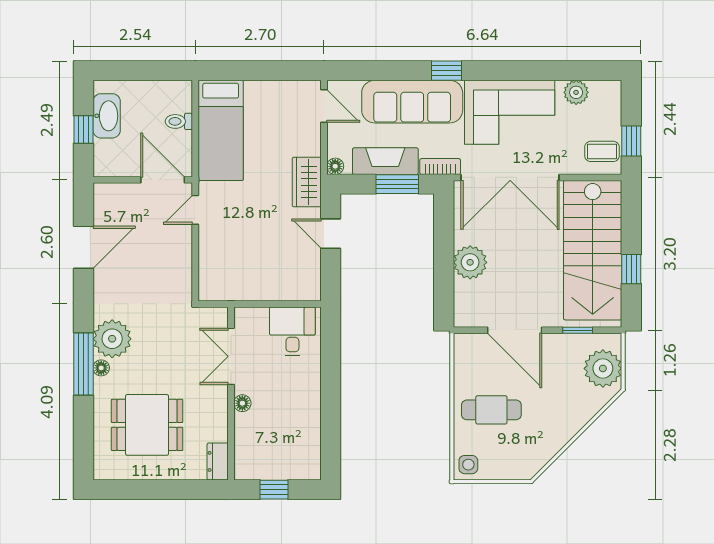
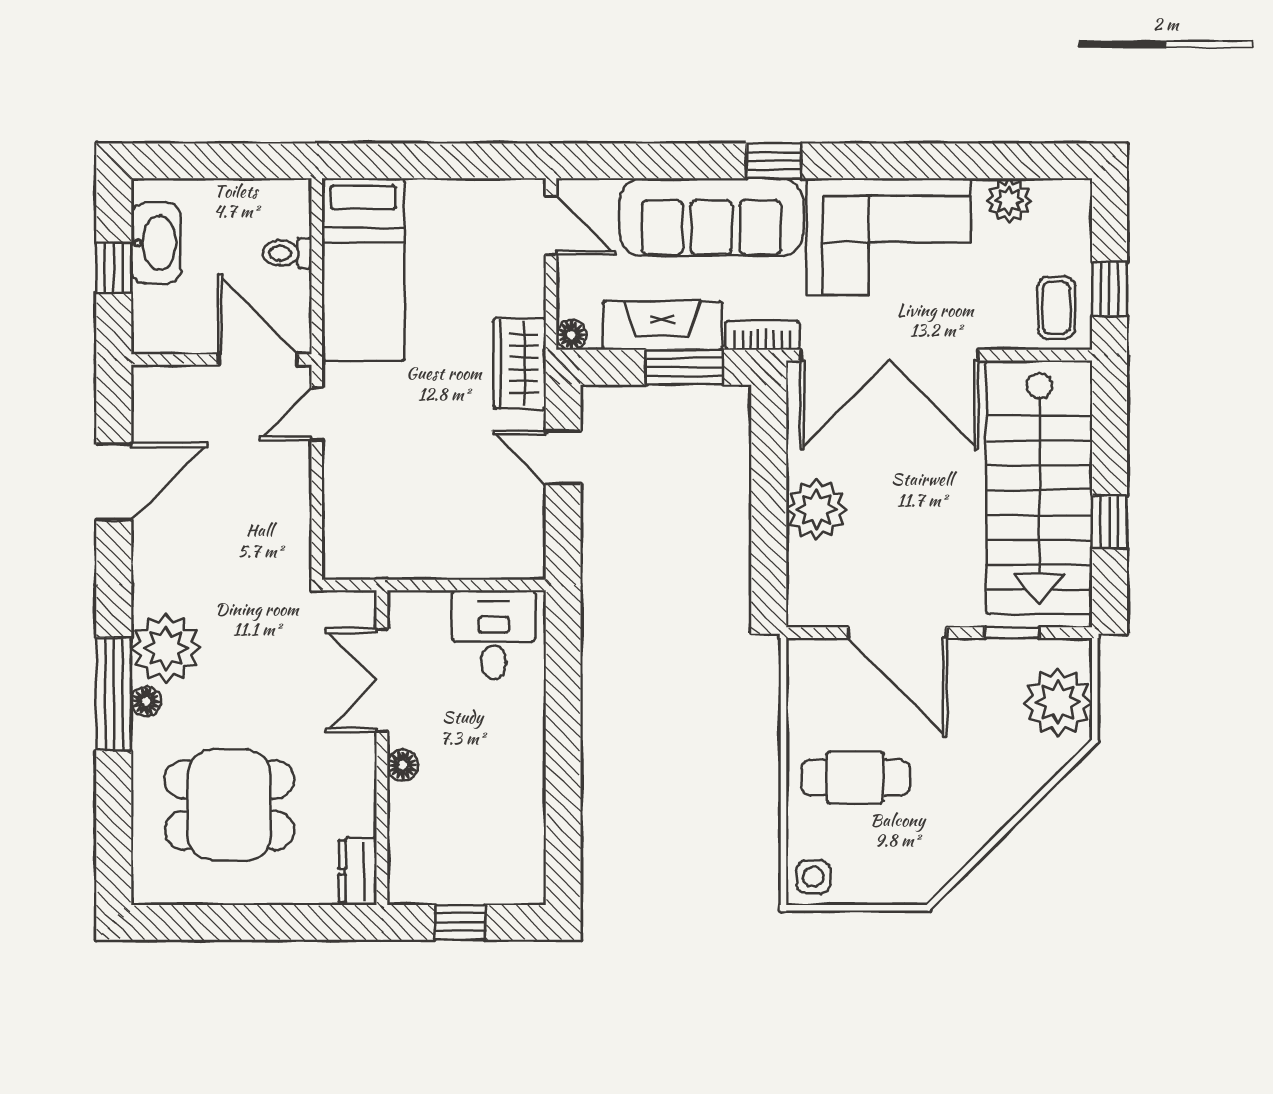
coffee table: (602, 151) -> (1056, 308), turned 90

